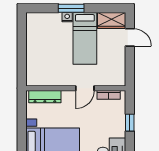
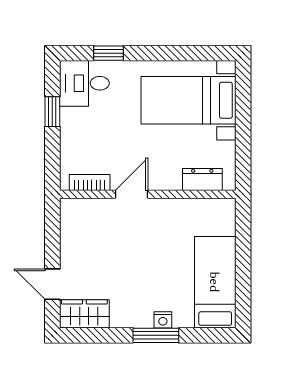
bed: (85, 38) -> (215, 282), moved
dresser: (45, 97) -> (202, 179), width x0.70
window: (130, 123) -> (52, 112), moved

